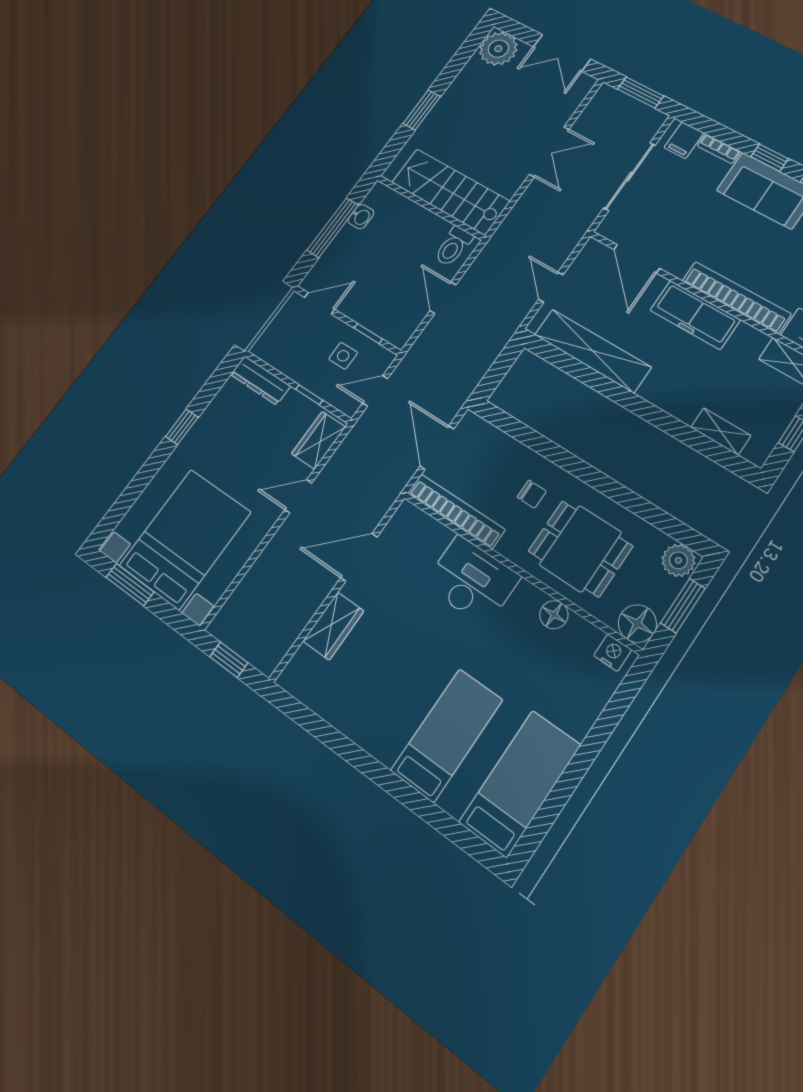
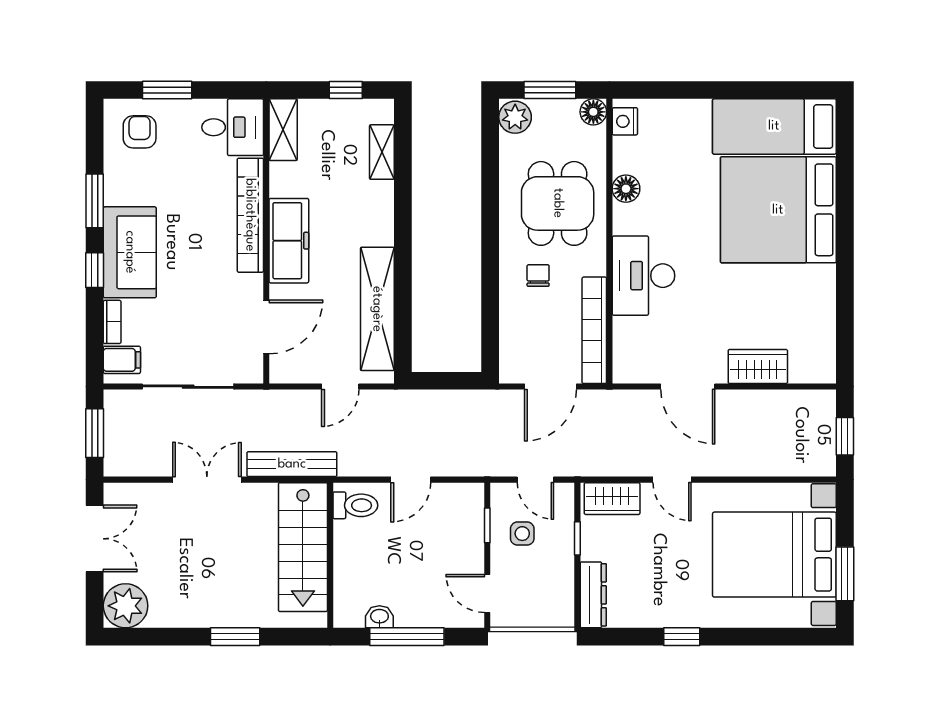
bench: (517, 218) -> (292, 464), added
floor lamp: (637, 624) -> (593, 112), width x0.73, depth x0.73
bed: (447, 735) -> (778, 210), width x2.04

